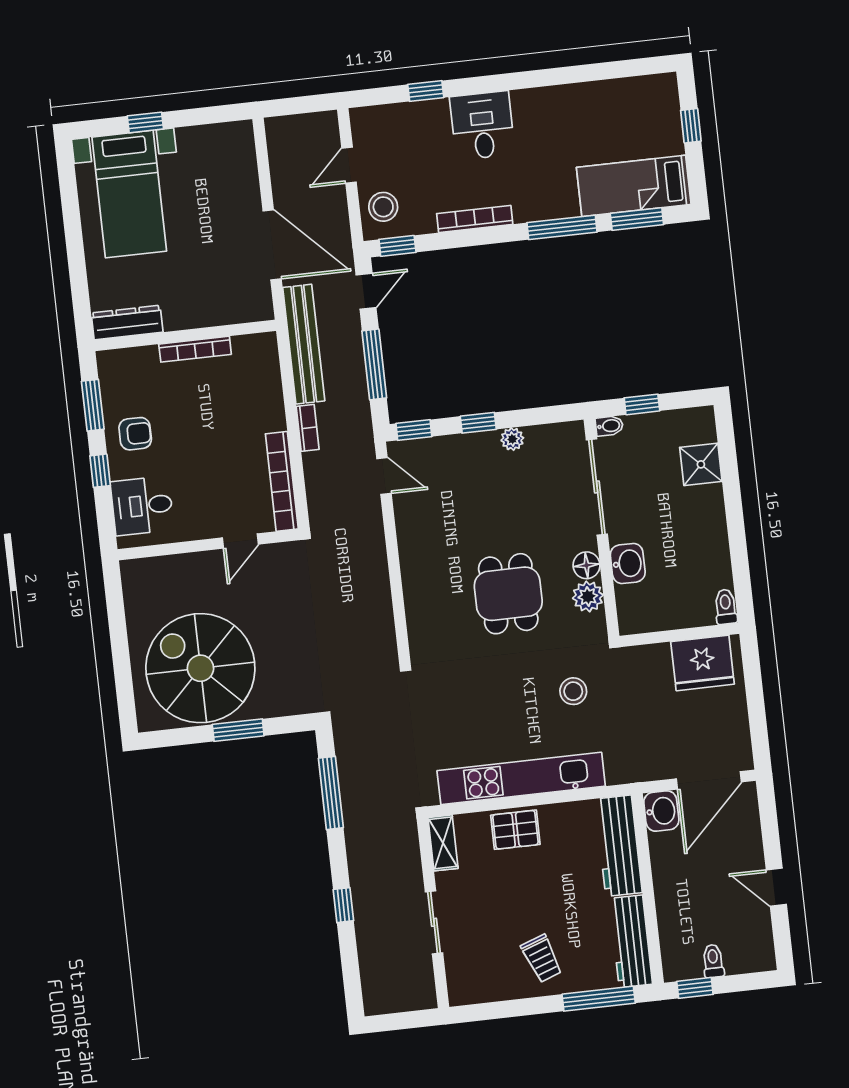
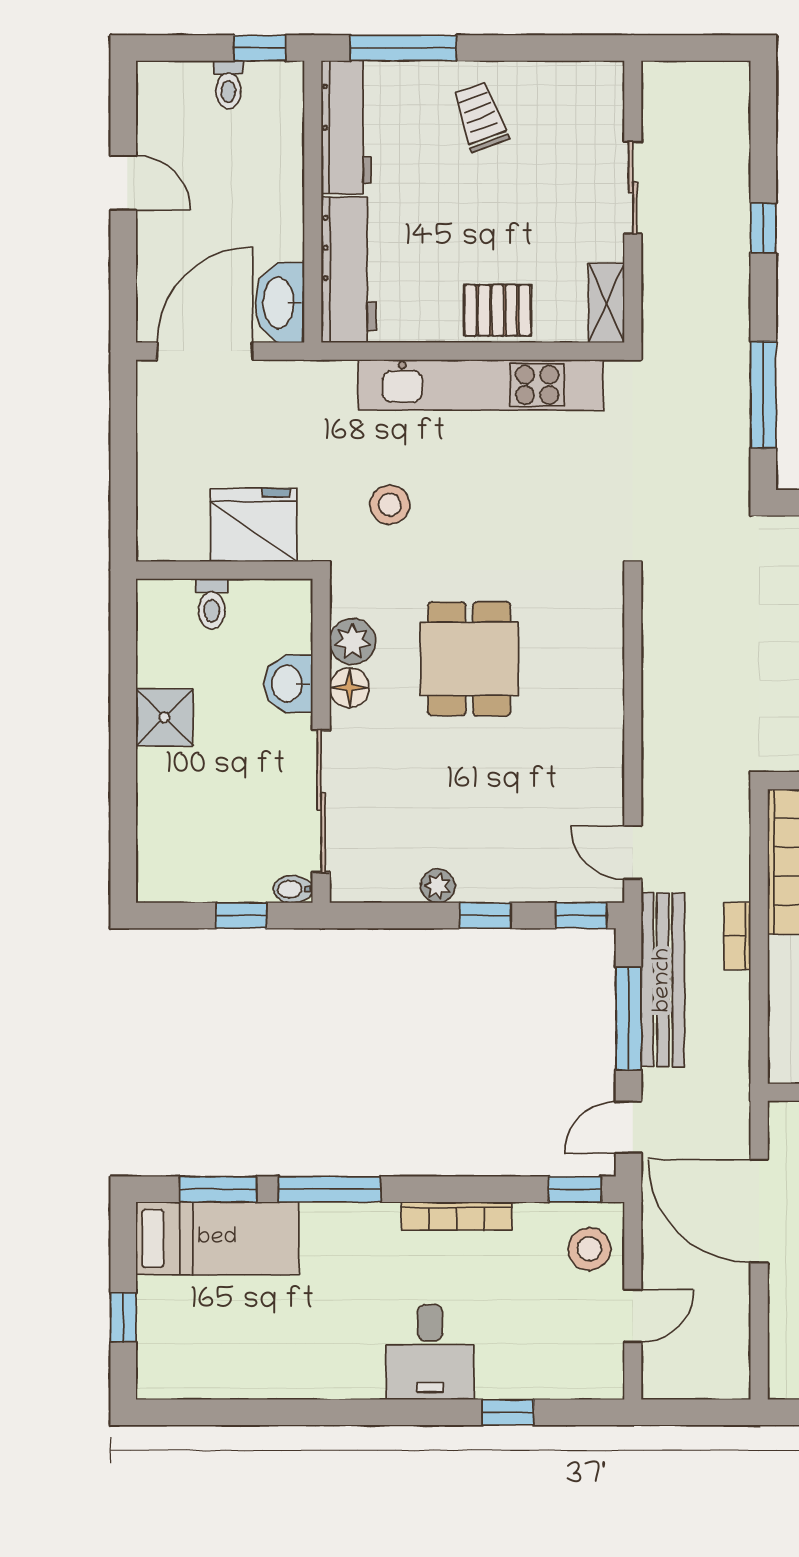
bench: (304, 344) -> (663, 980), moved
shower: (701, 464) -> (164, 717), moved
toilet: (726, 607) -> (212, 604), moved
fridge: (703, 663) -> (253, 525), moved
washbasin: (661, 811) -> (280, 303), width x1.38

